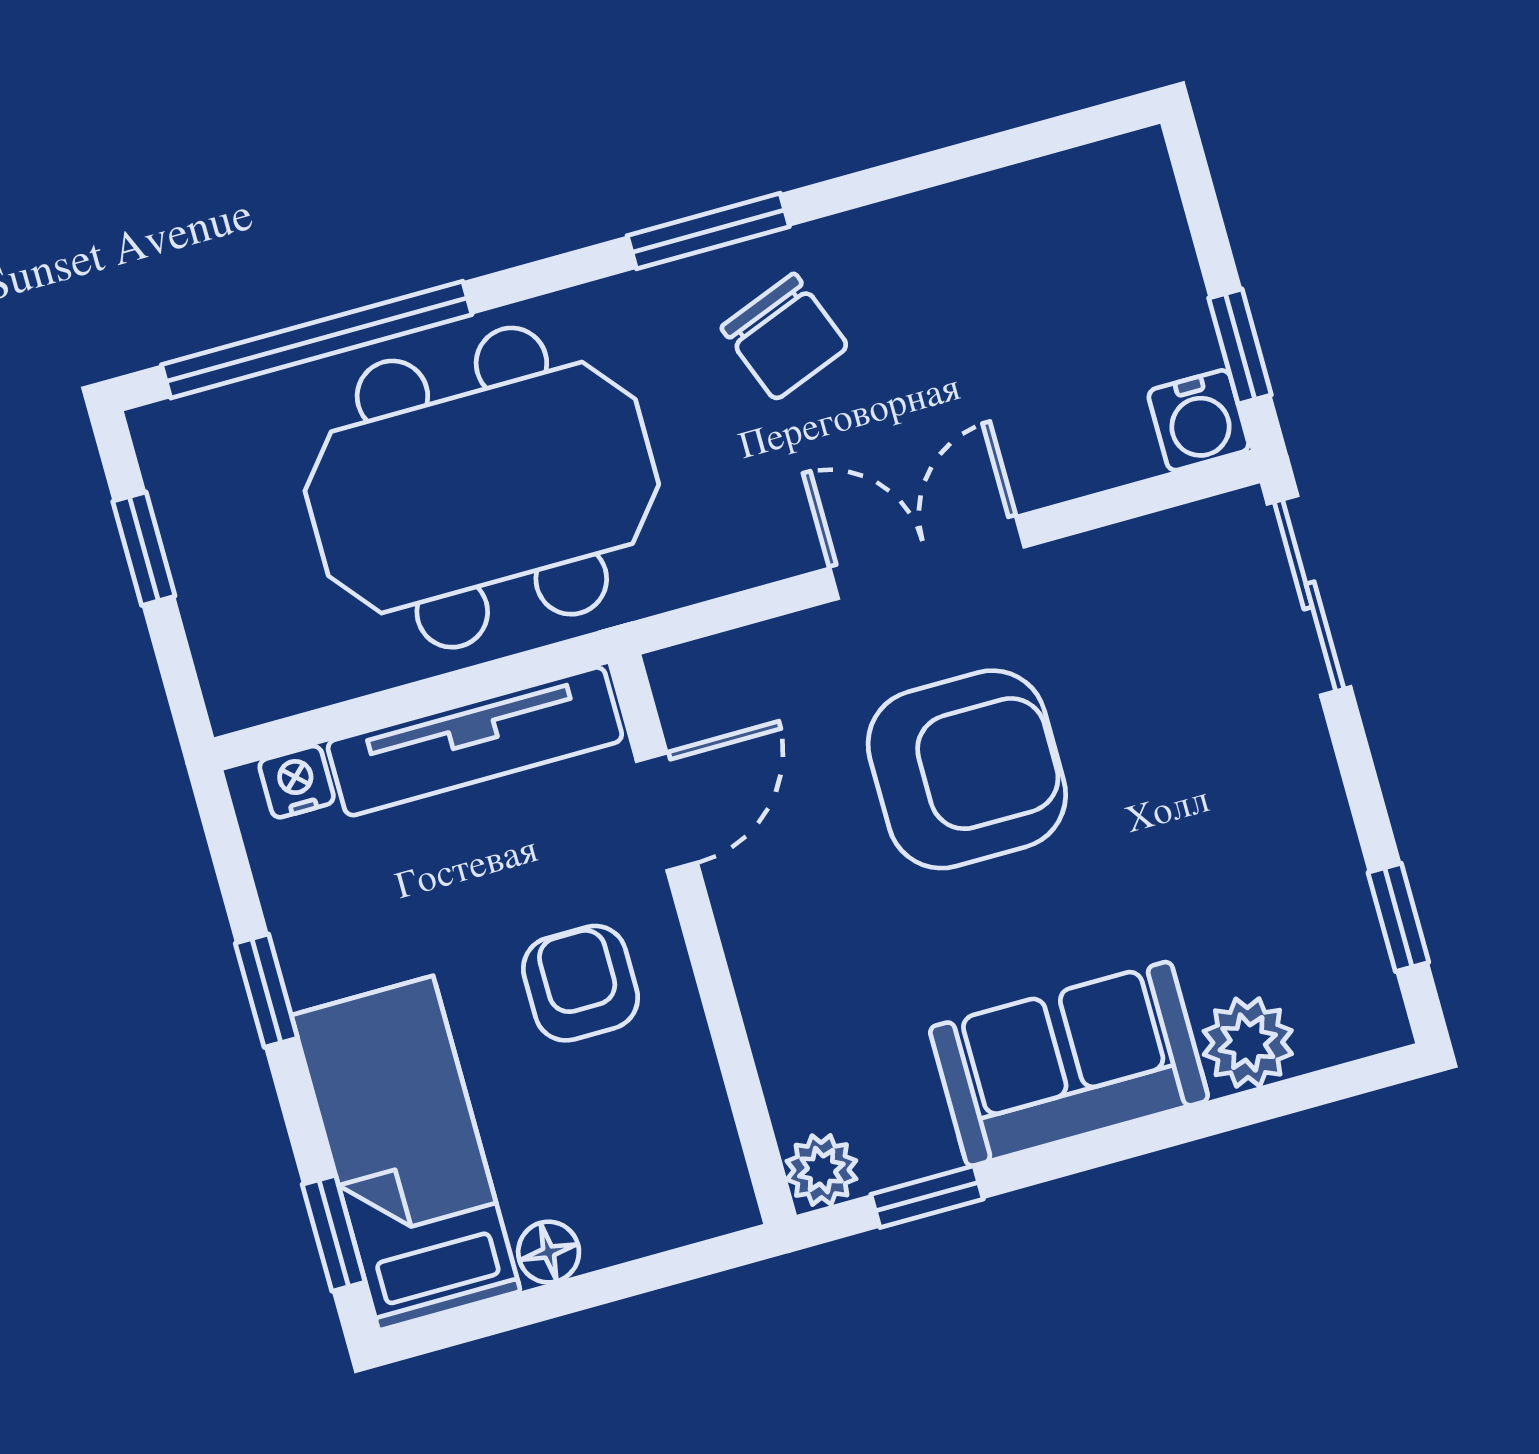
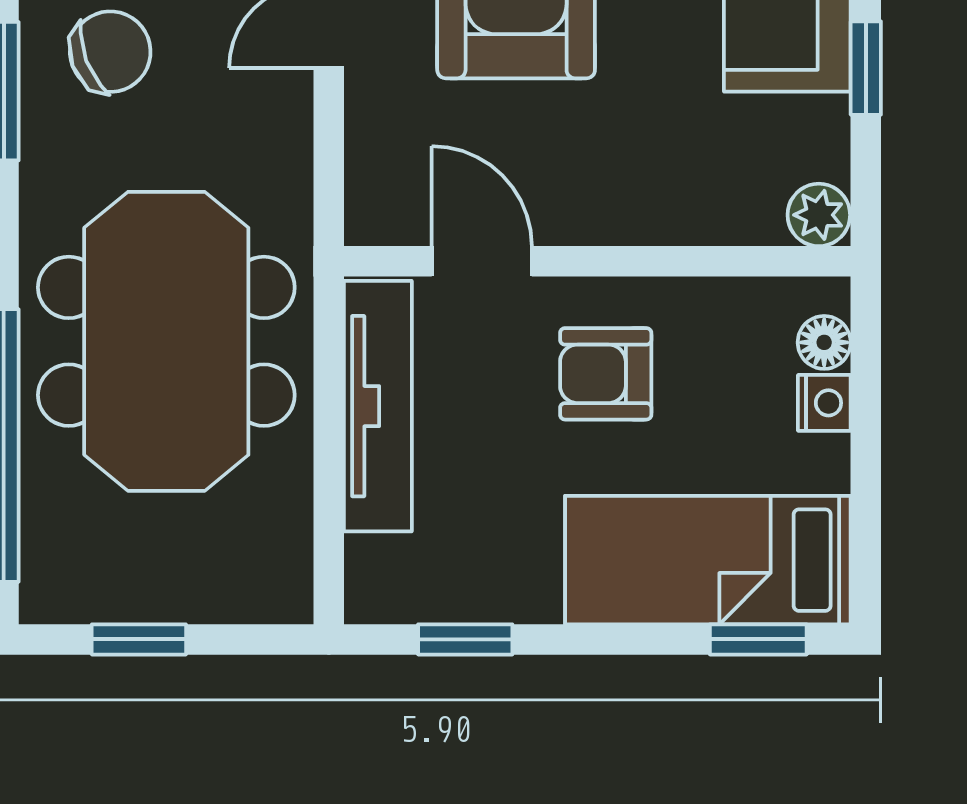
nightstand: (297, 782) -> (824, 403), moved, turned 180
window: (266, 991) -> (465, 639), moved
window: (927, 1197) -> (866, 68), moved
floor lamp: (549, 1252) -> (824, 342), moved

